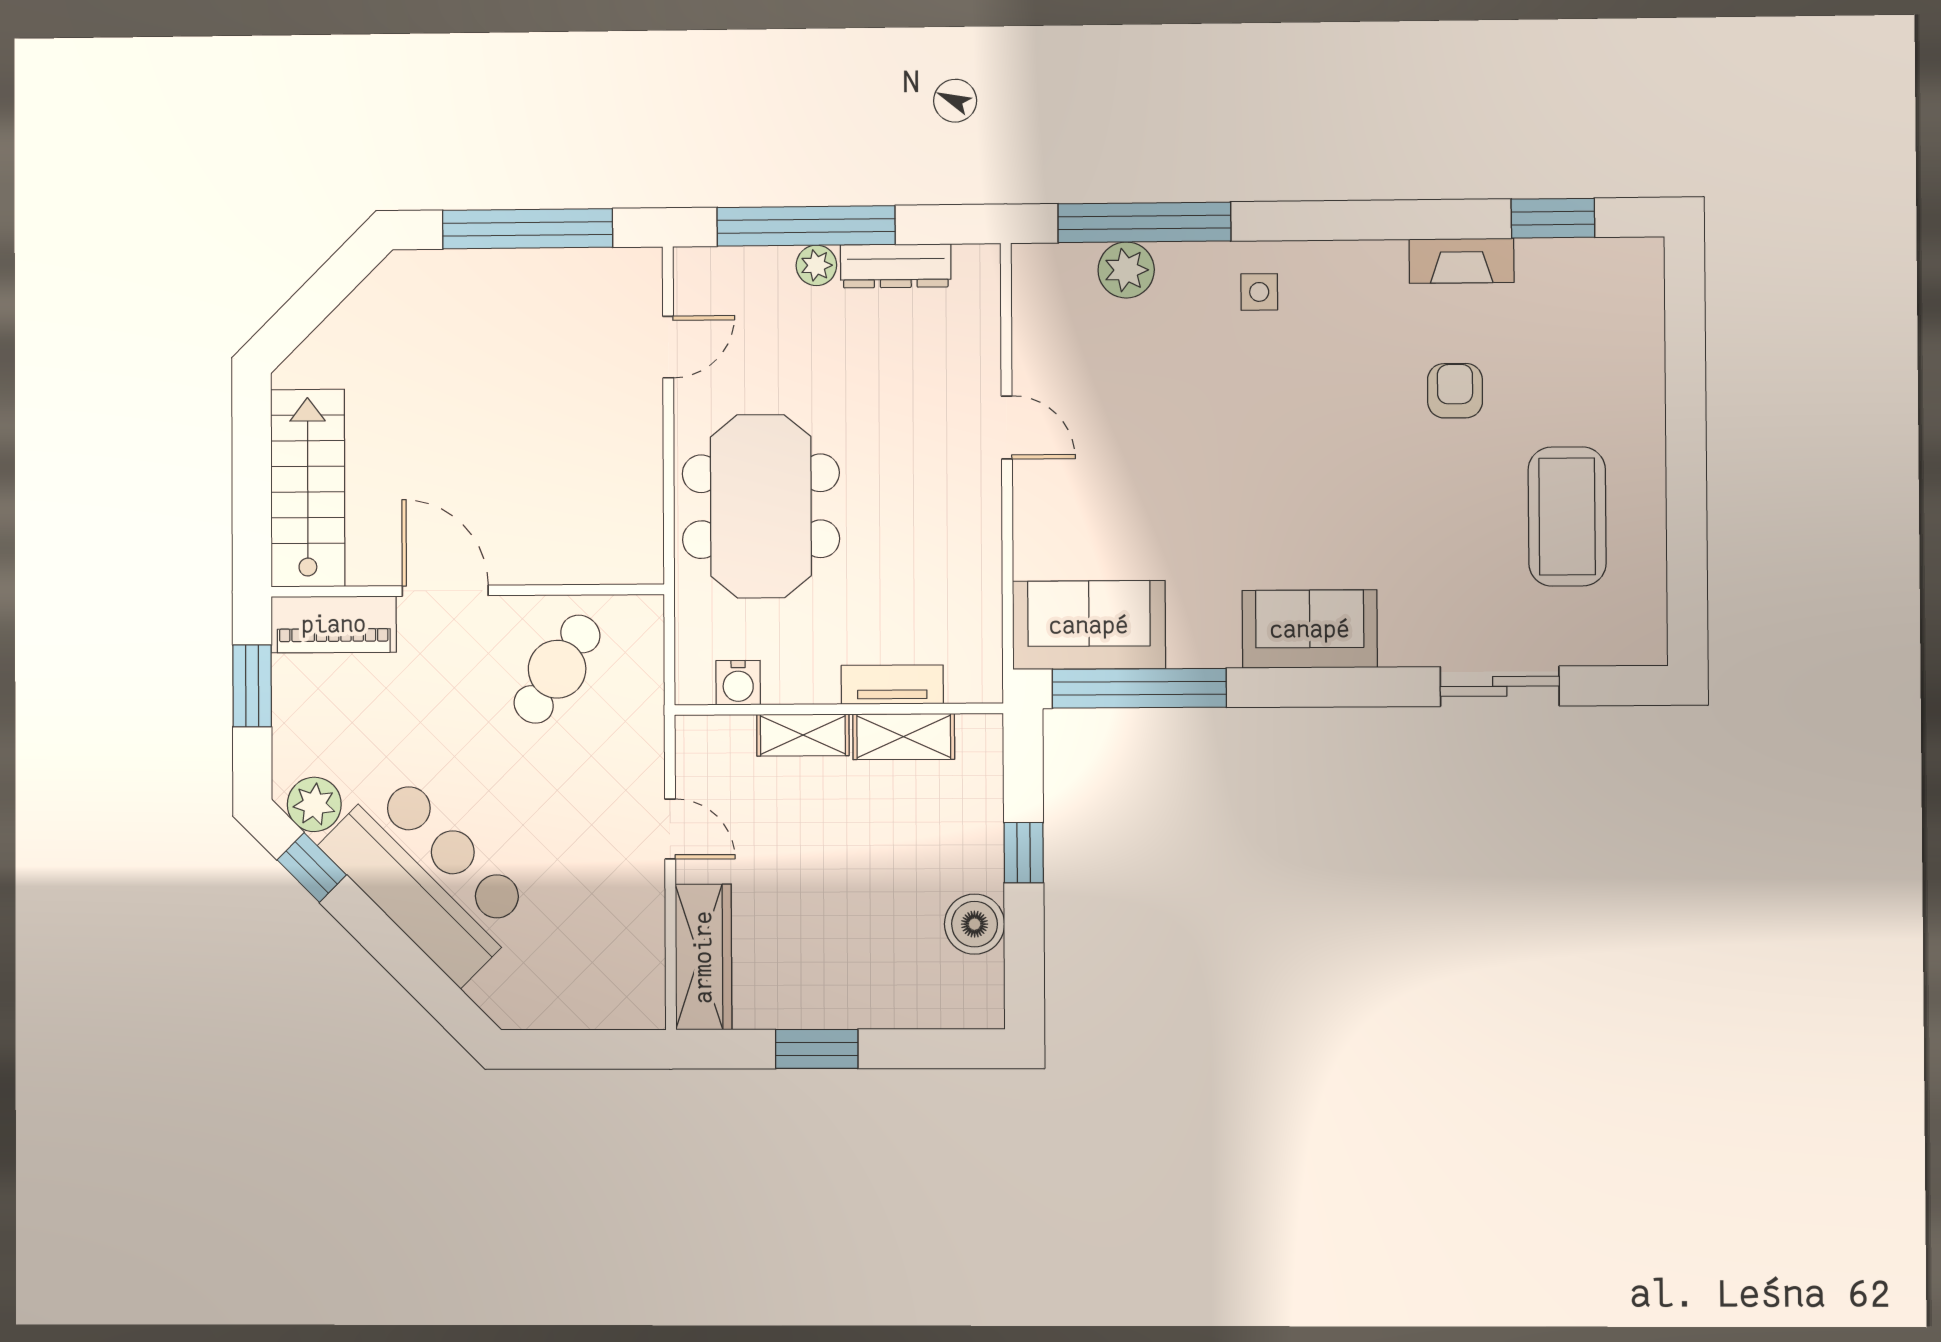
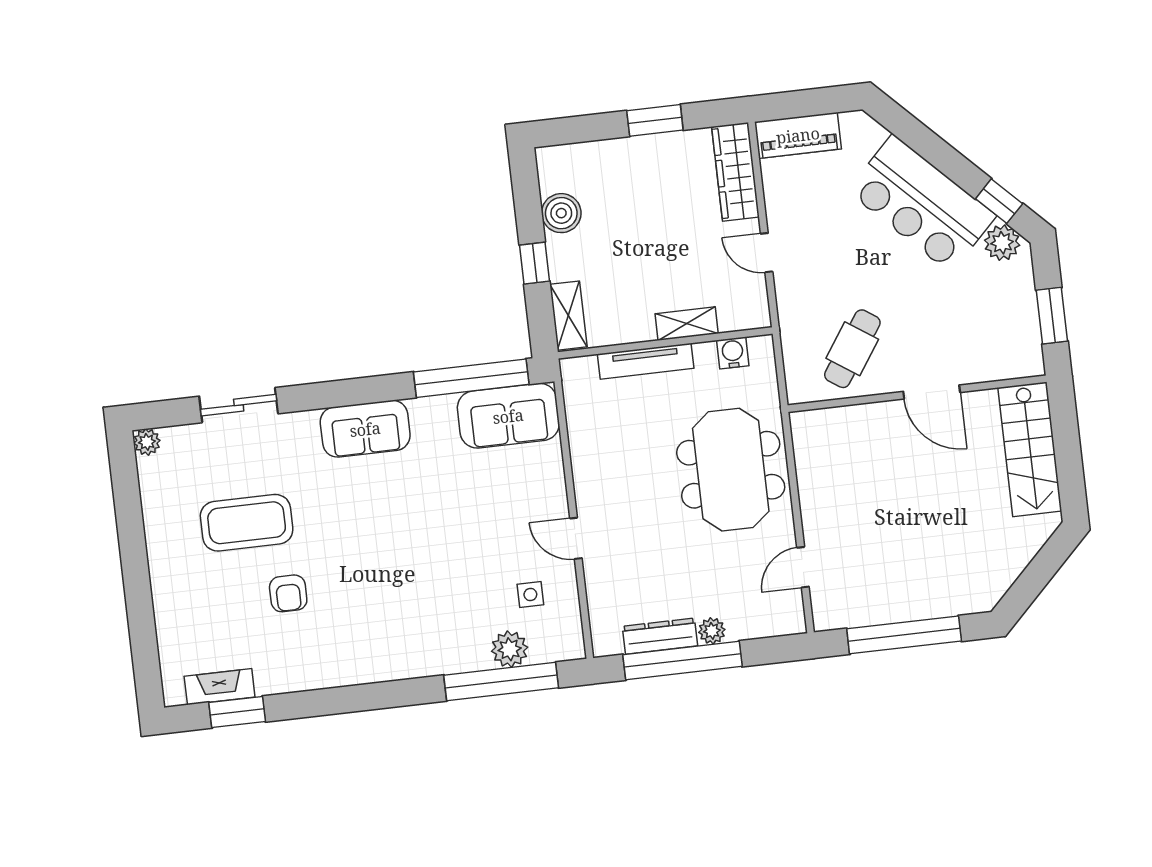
window: (806, 226) -> (682, 660), moved
fireplace: (1462, 261) -> (220, 687), moved
side table: (1259, 292) -> (530, 594), moved
coffee table: (1567, 516) -> (247, 523), moved, turned 90
piano: (334, 624) -> (798, 135), moved, turned 180
plant: (1647, 645) -> (147, 442), added
tv unit: (892, 685) -> (646, 361), width x1.41
shelving: (904, 737) -> (568, 316), moved, turned 90

